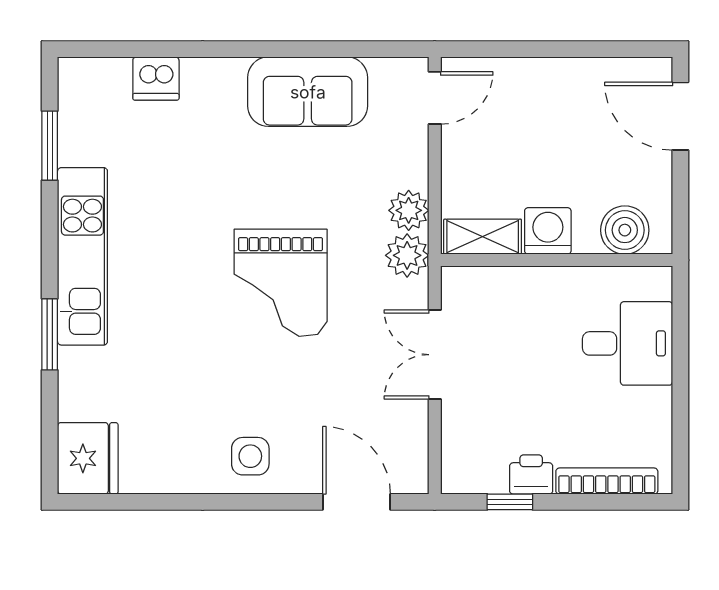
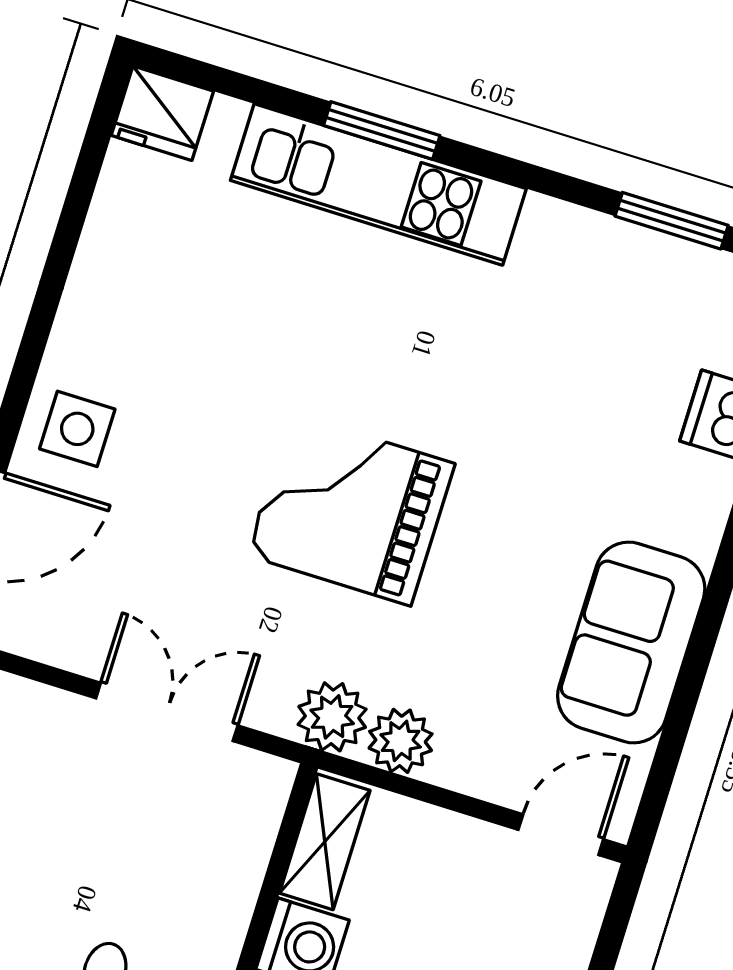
door: (435, 98) -> (561, 835), swing flipped
kitchen unit: (82, 256) -> (378, 184), moved
side table: (250, 456) -> (77, 429), moved
fridge: (88, 458) -> (162, 113), width x0.73, depth x0.75

